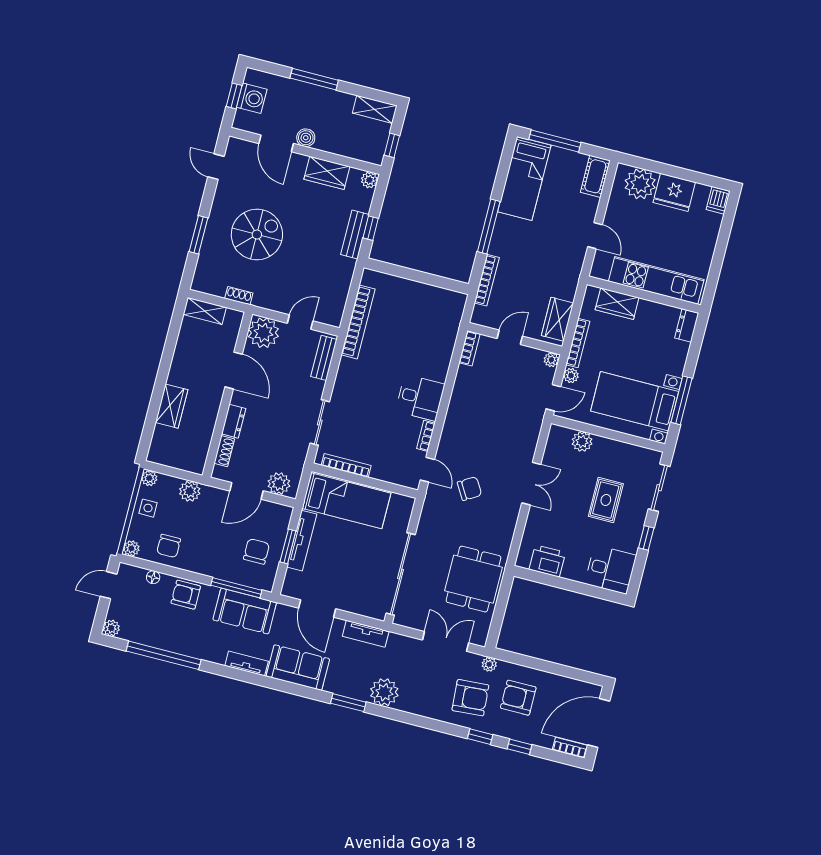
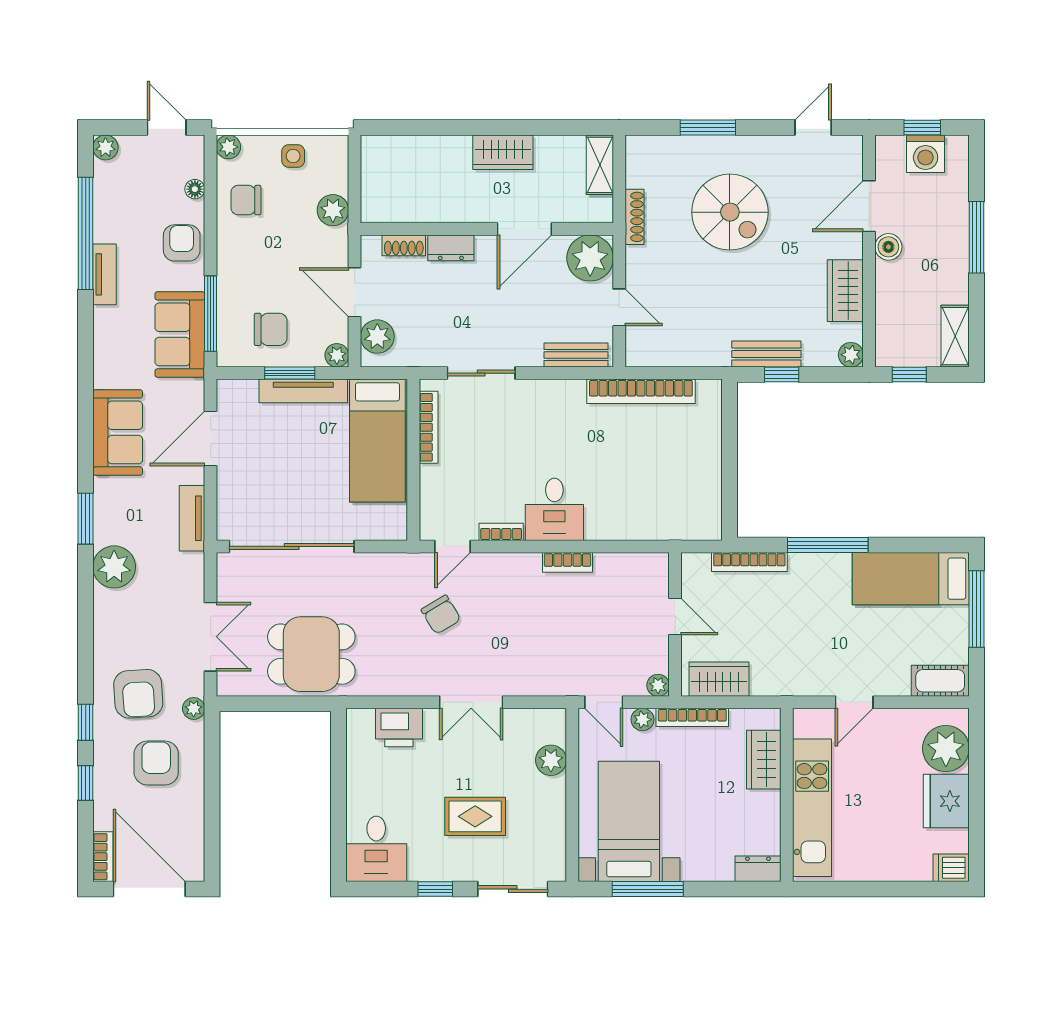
shoe rack: (239, 296) -> (634, 217), width x1.43
bookcase: (469, 348) -> (567, 562), moved
wardrobe: (172, 406) -> (503, 152), moved
plant: (149, 478) -> (337, 355), moved
printer: (547, 561) -> (399, 728), moved, turned 90
tv unit: (247, 663) -> (105, 274), moved

